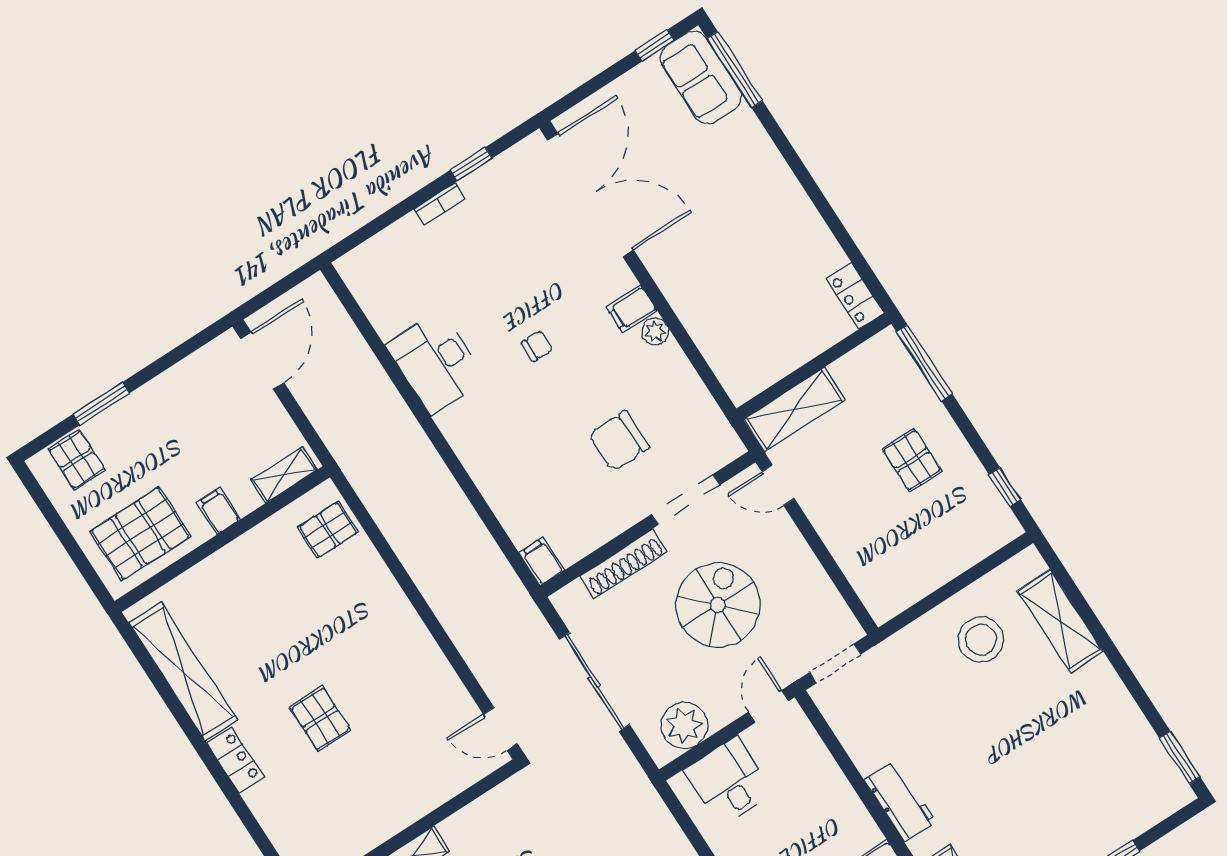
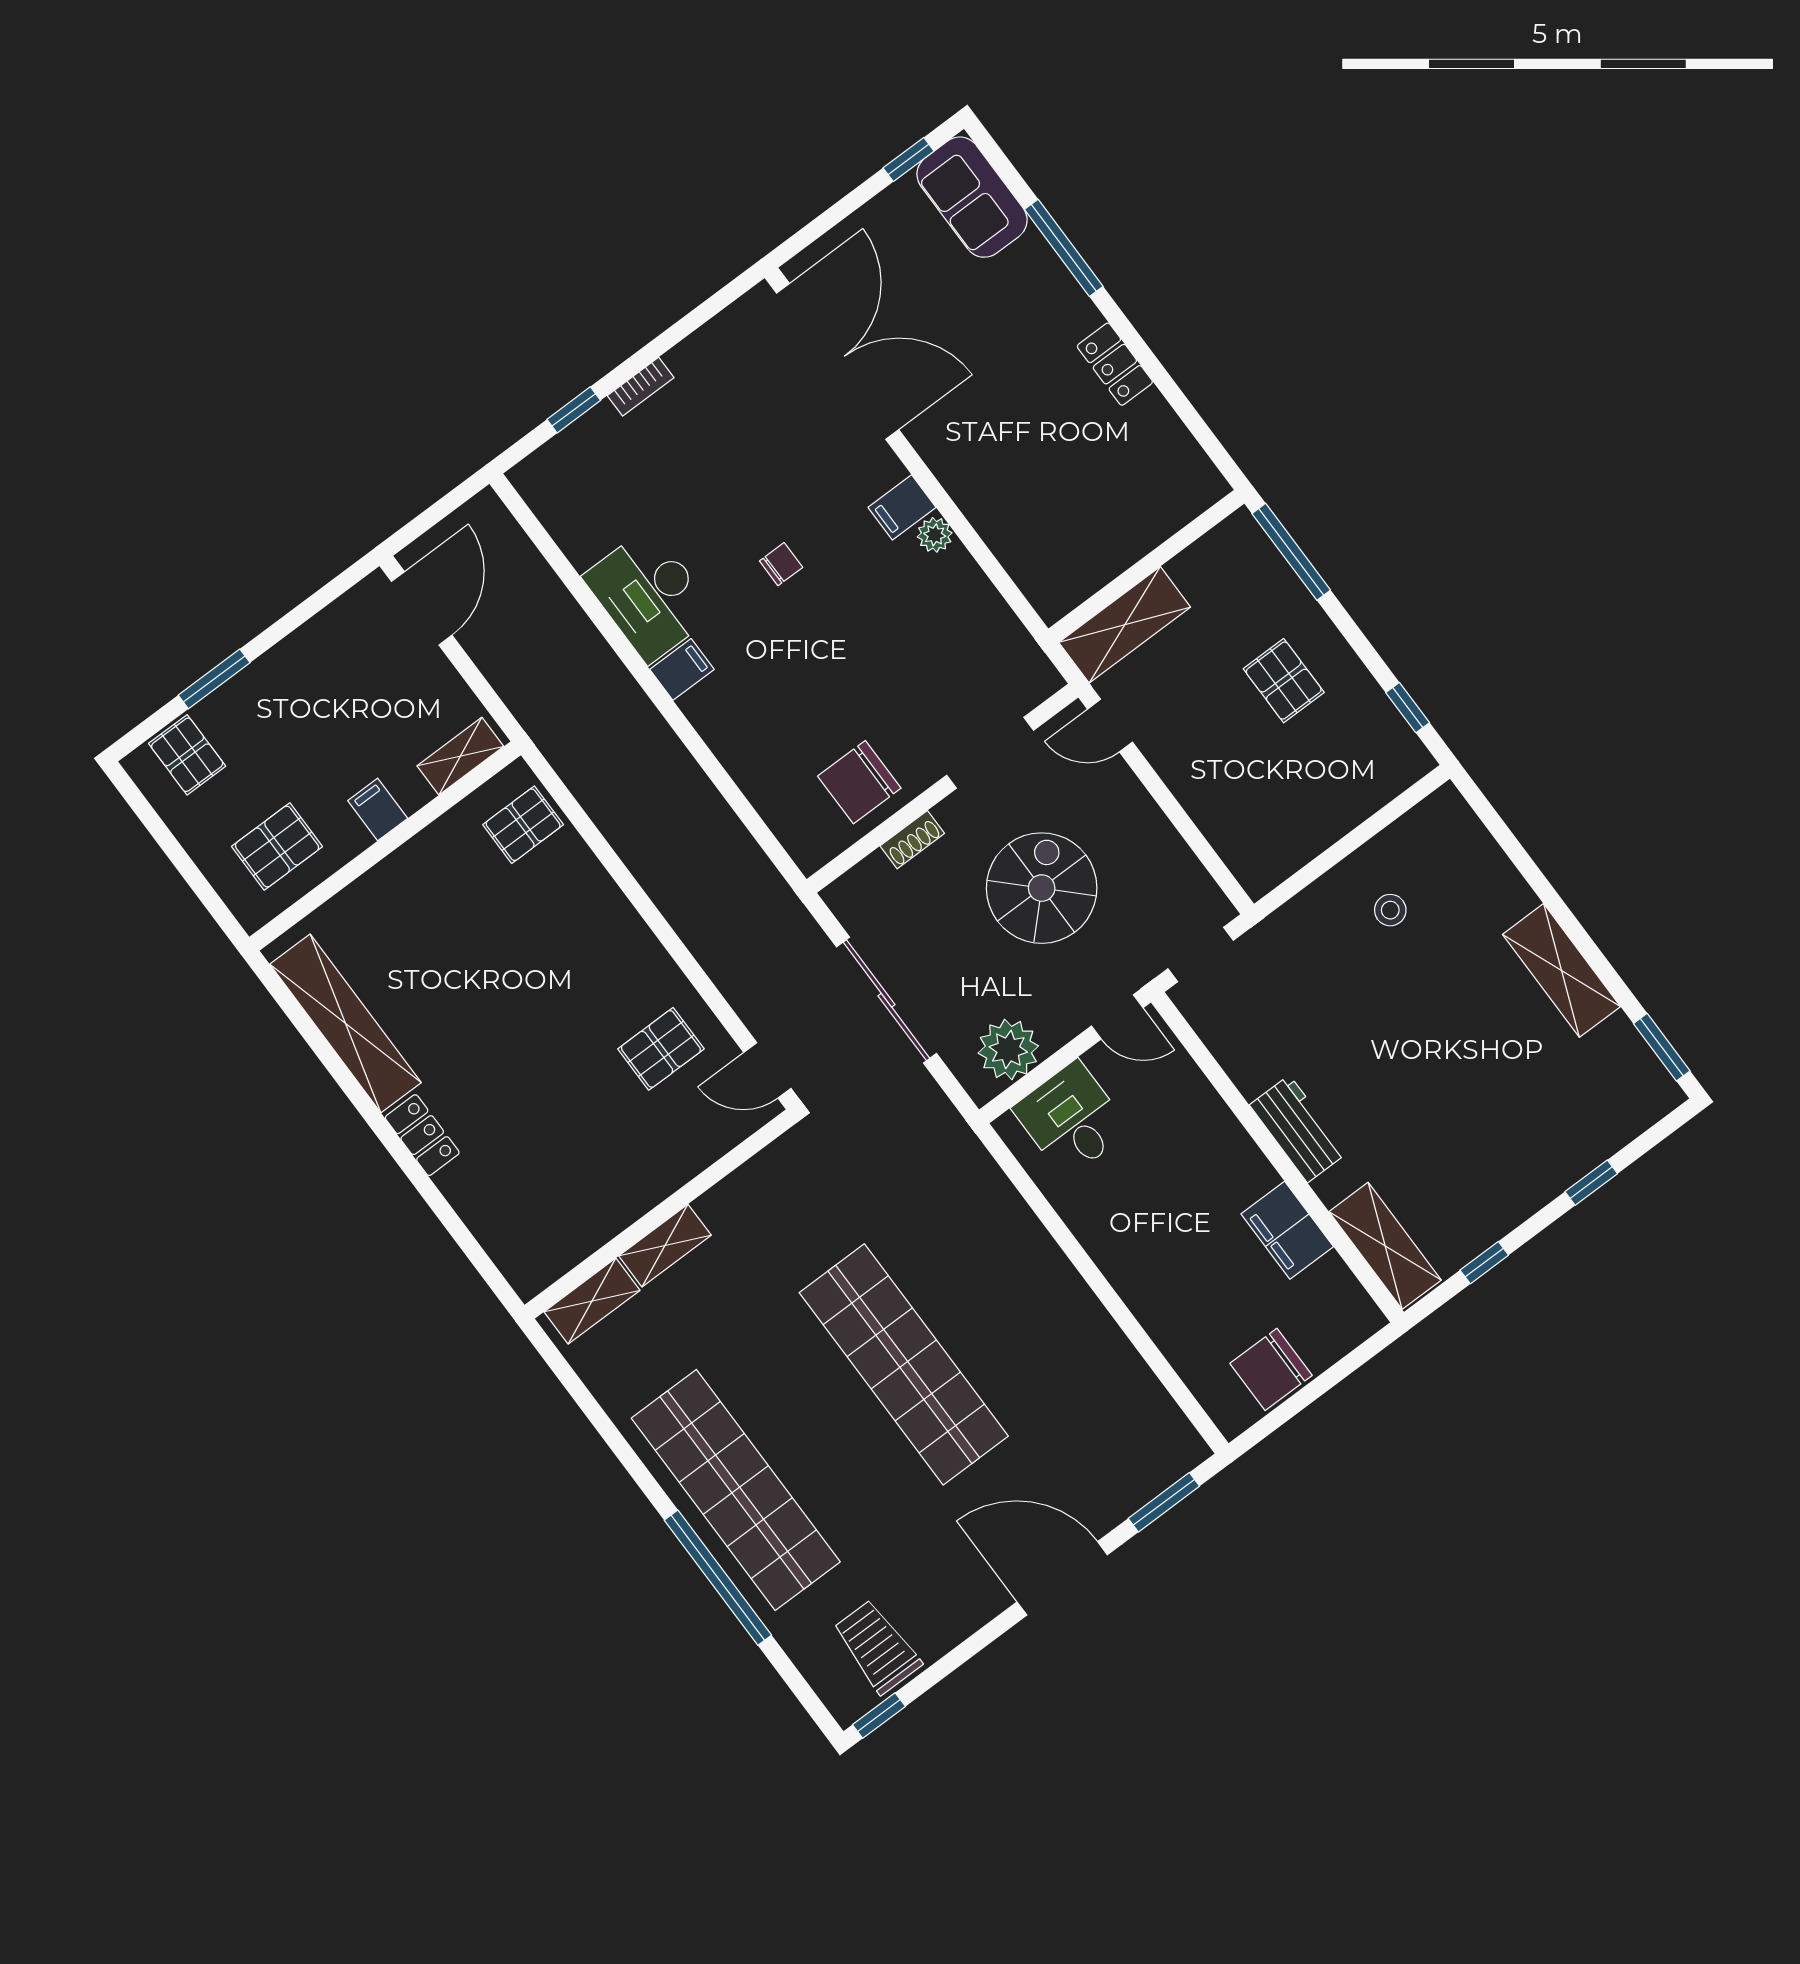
window: (735, 70) -> (1064, 248), moved
window: (471, 164) -> (574, 410), moved
locker: (855, 296) -> (1115, 364), moved
chair: (619, 441) -> (859, 782), moved
pallet: (140, 534) -> (277, 847), width x0.67, depth x0.71
filing cabinet: (542, 562) -> (682, 669), moved, turned 90
shoe rack: (624, 564) -> (912, 840), width x0.51, depth x0.81
shelving: (1060, 621) -> (1561, 970), moved
stool: (981, 640) -> (1390, 910), width x0.53, depth x0.53
door: (768, 706) -> (1117, 1017), swing flipped
pallet: (320, 719) -> (661, 1049), moved, turned 90

